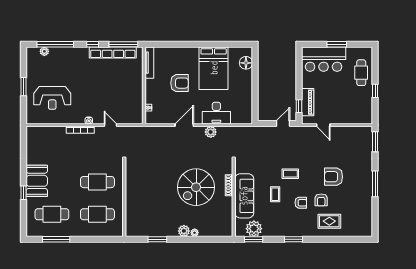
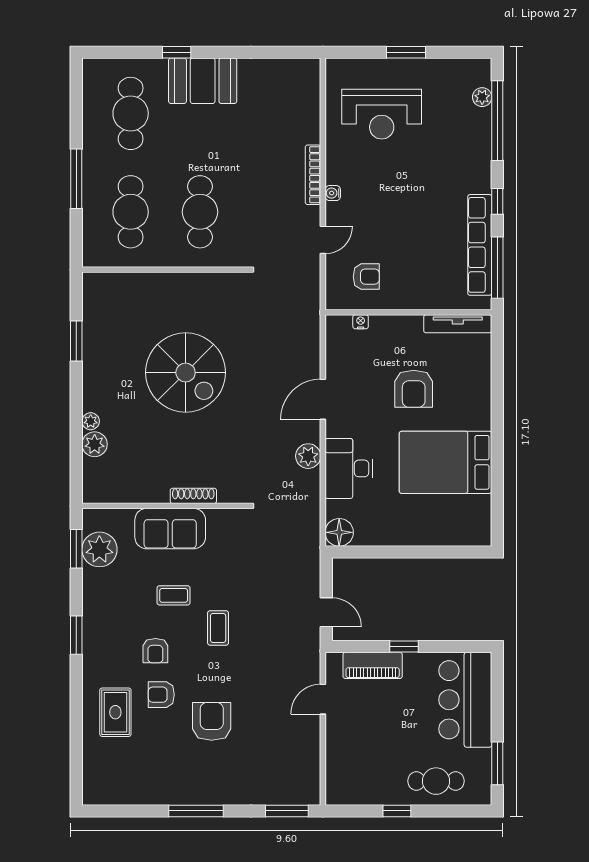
window: (337, 44) -> (497, 763), moved
floor lamp: (246, 63) -> (339, 532), moved
reception desk: (52, 98) -> (382, 114), turned -90
armchair: (127, 105) -> (366, 277), added
window: (299, 106) -> (404, 647), moved
door: (184, 125) -> (323, 399), swing flipped
spiral stairs: (196, 187) -> (186, 373), moved, turned 180
sofa: (244, 196) -> (170, 529), width x0.73
plant: (184, 231) -> (95, 444), moved
window: (56, 239) -> (76, 179), moved

